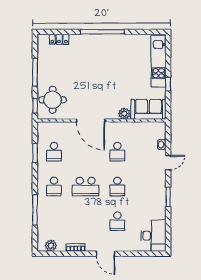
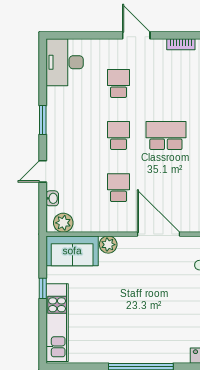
plant: (154, 128) -> (63, 223), added

